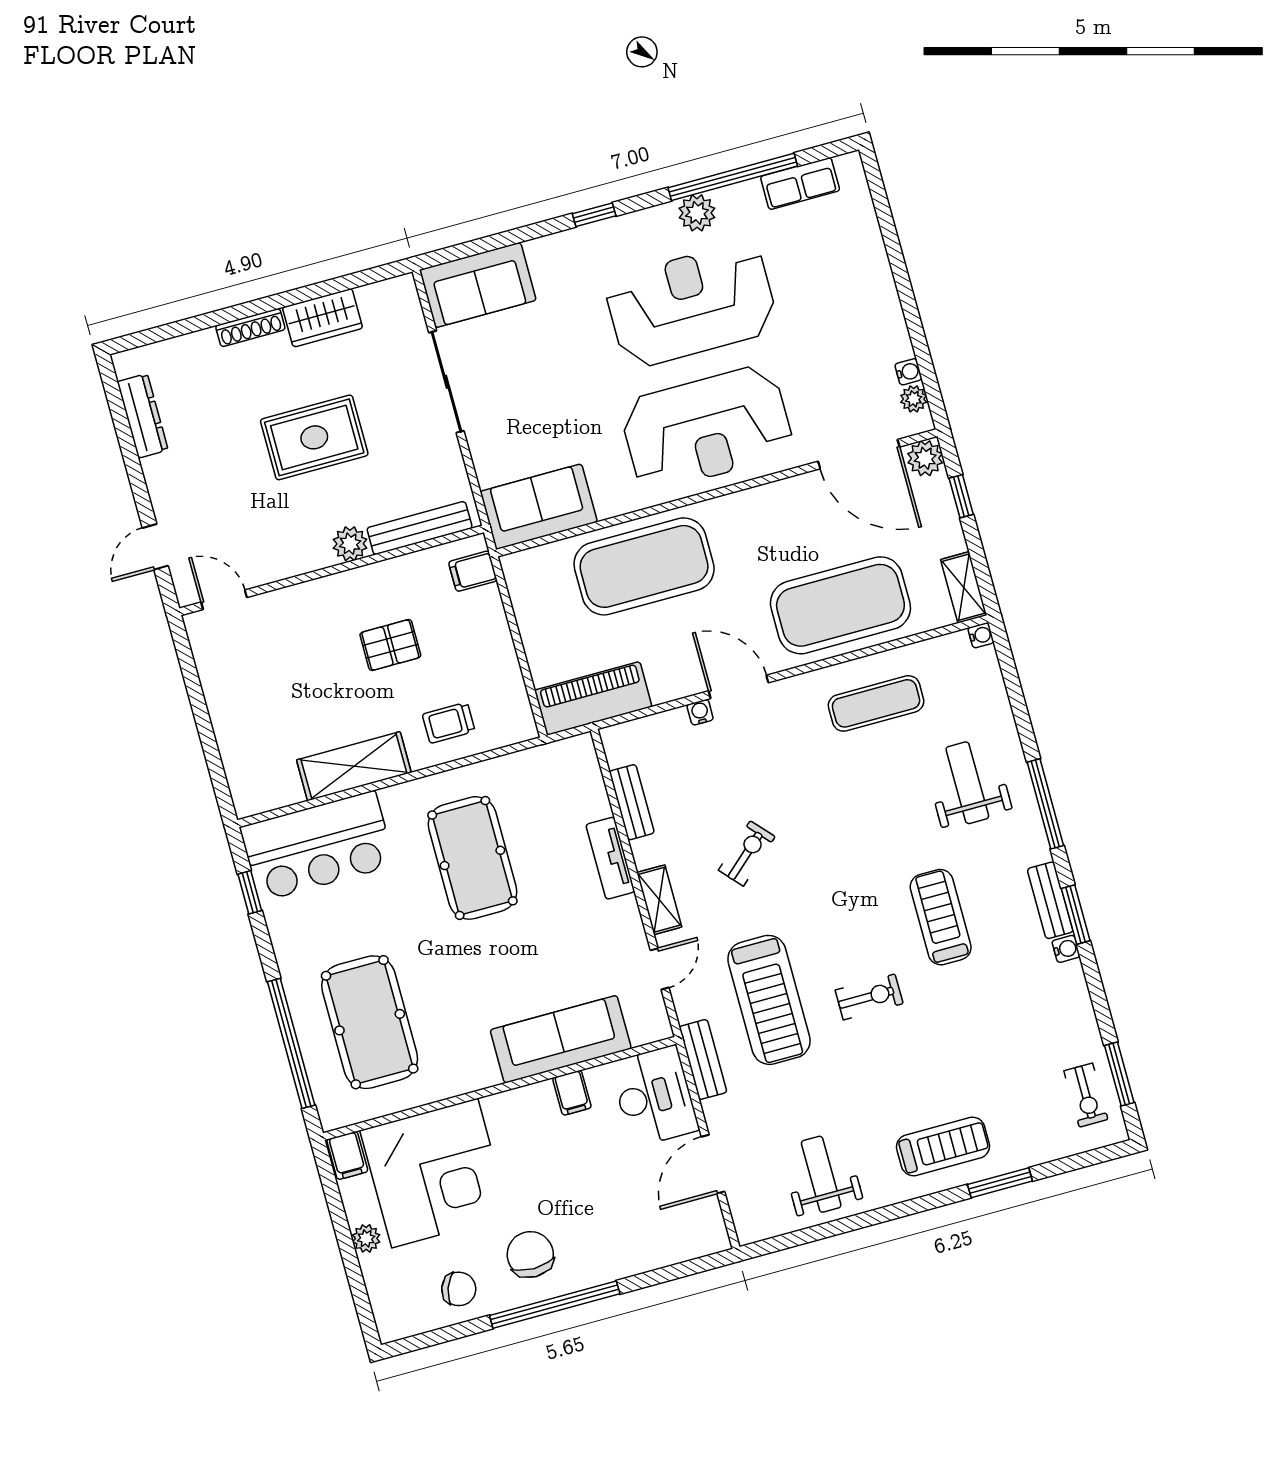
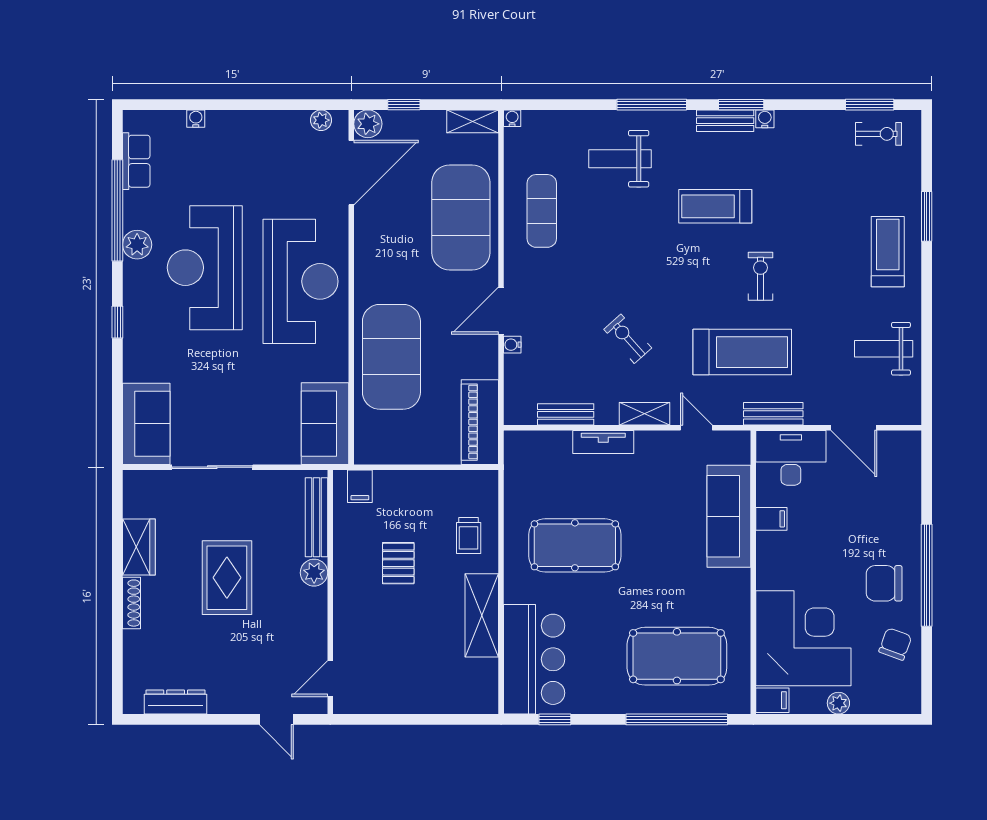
water cooler: (908, 372) -> (196, 119), moved

